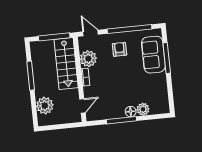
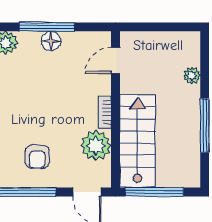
plant: (45, 106) -> (192, 75), width x0.53, depth x0.53
floor lamp: (131, 112) -> (51, 41), moved

